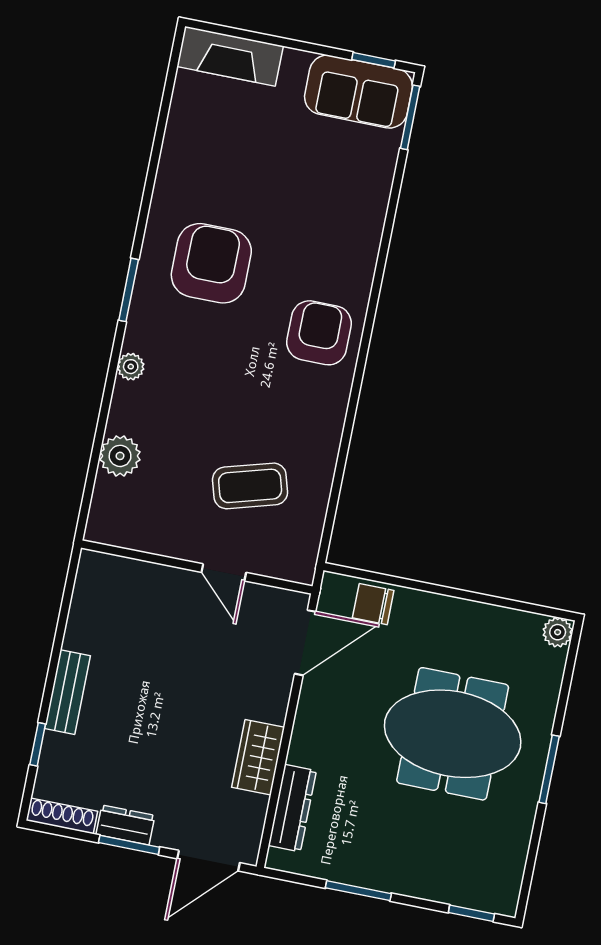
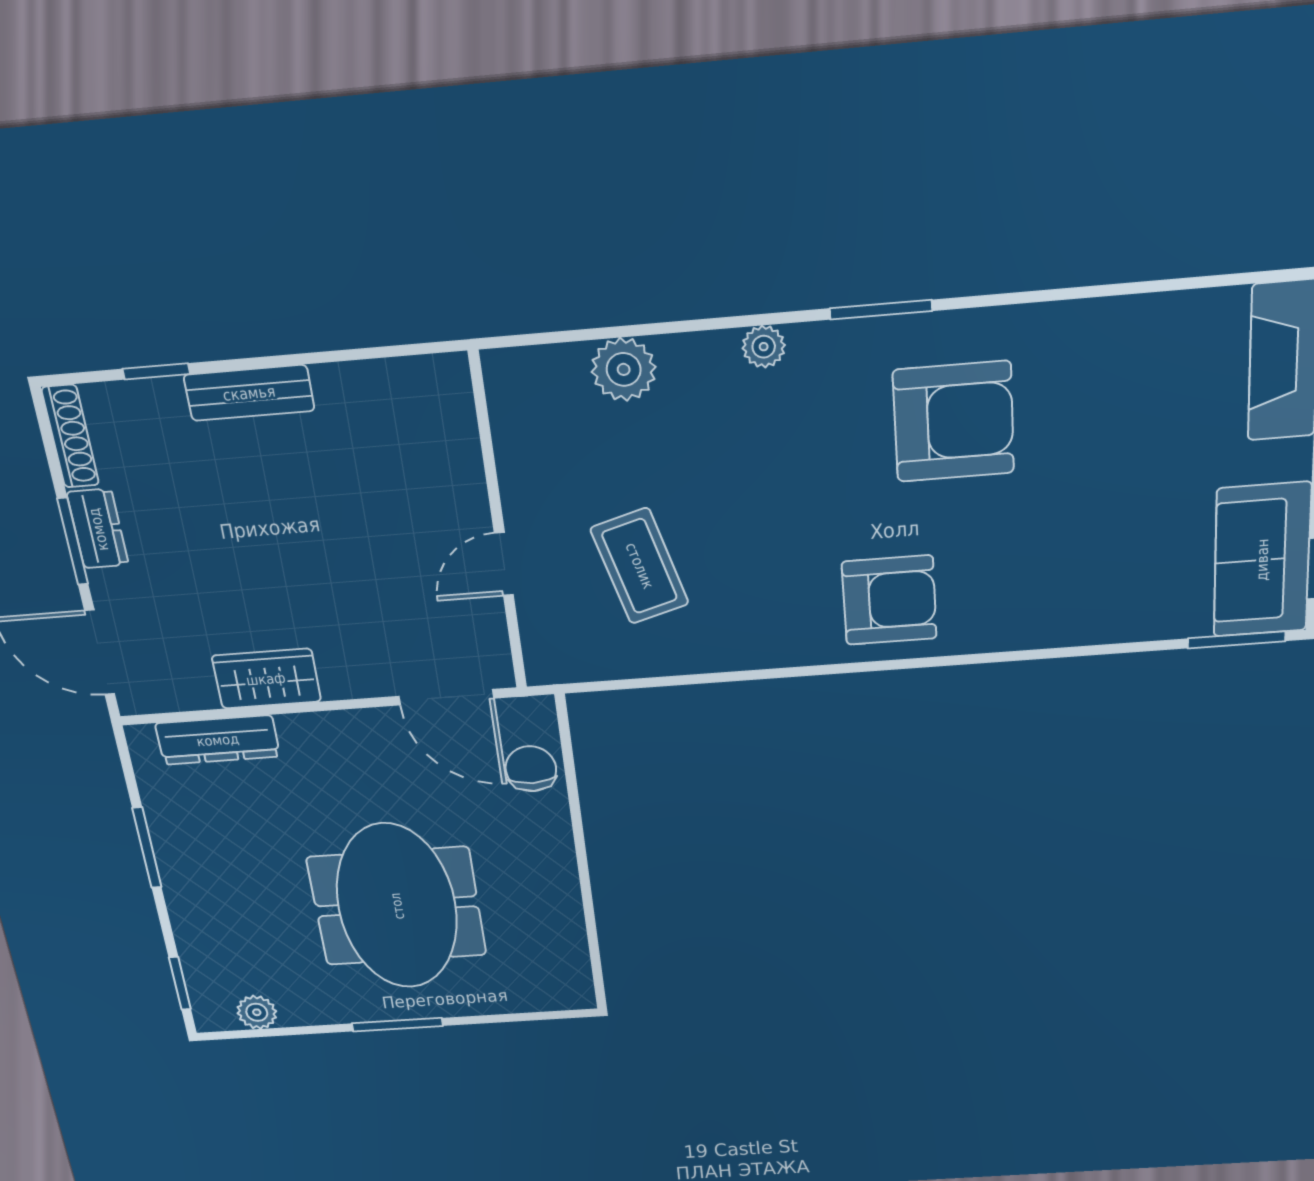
plant: (558, 632) -> (257, 1012), moved

